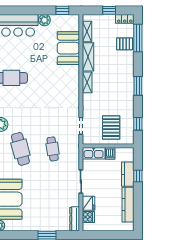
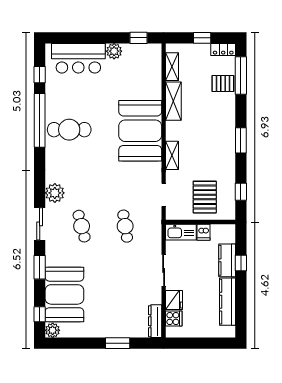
booth: (68, 48) -> (140, 131), moved, width x1.36, depth x1.42
shelving: (87, 82) -> (172, 155), moved
cafe table: (20, 149) -> (82, 226), width x0.73, depth x0.74

